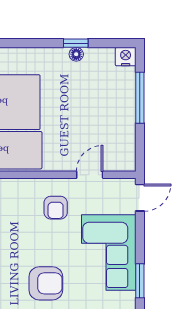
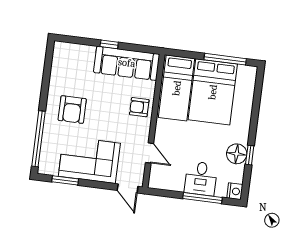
floor lamp: (76, 54) -> (237, 154), width x1.89, depth x1.89
desk: (114, 103) -> (201, 178), added
armchair: (56, 208) -> (139, 107), moved

